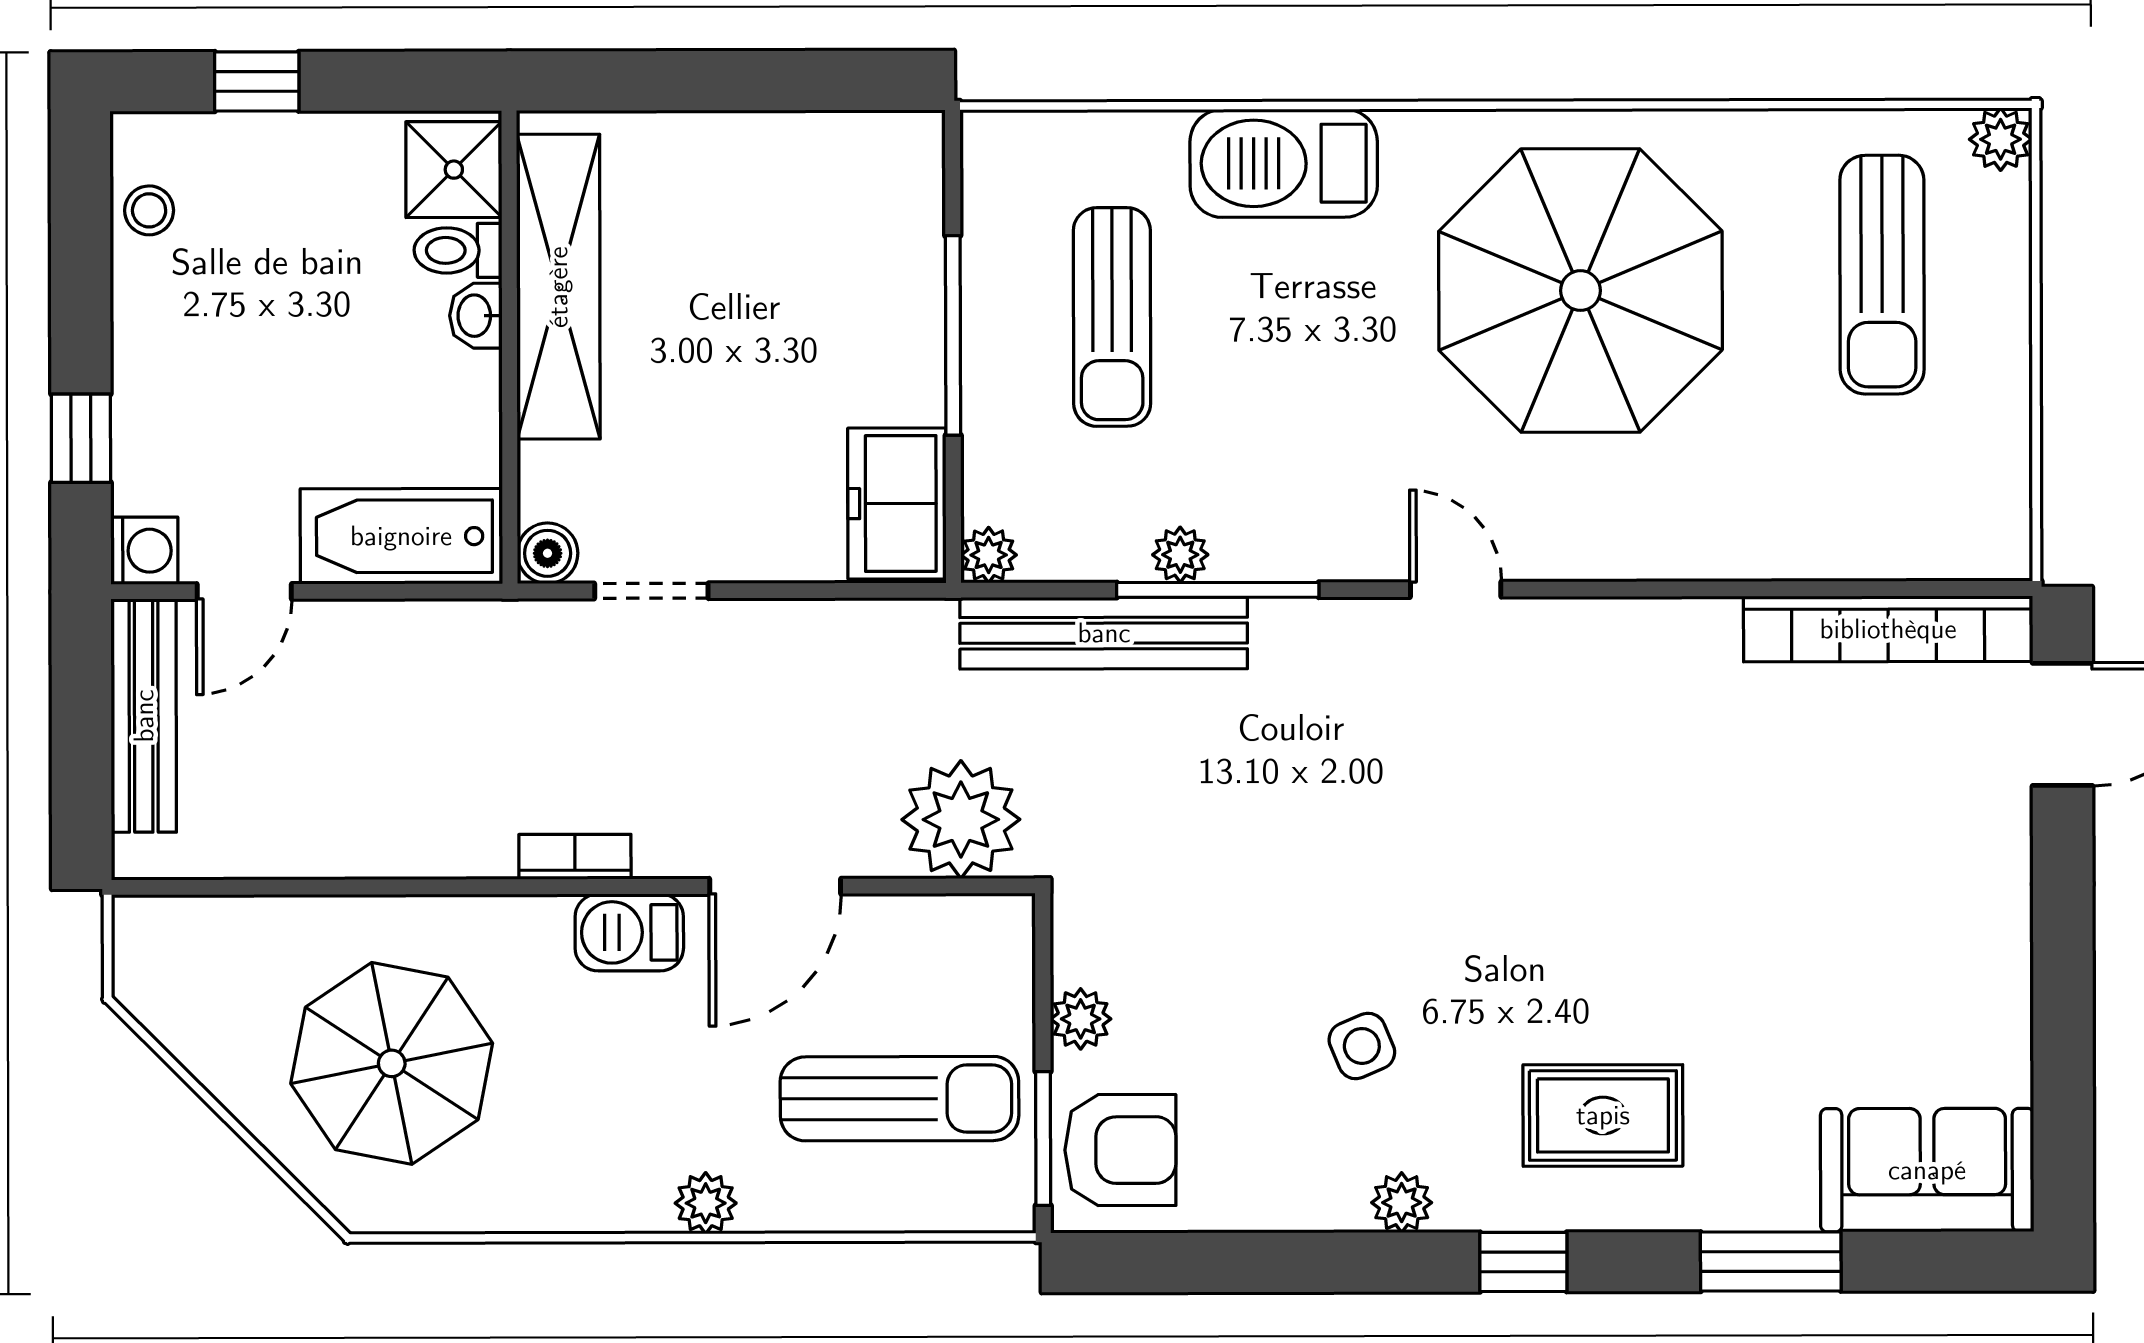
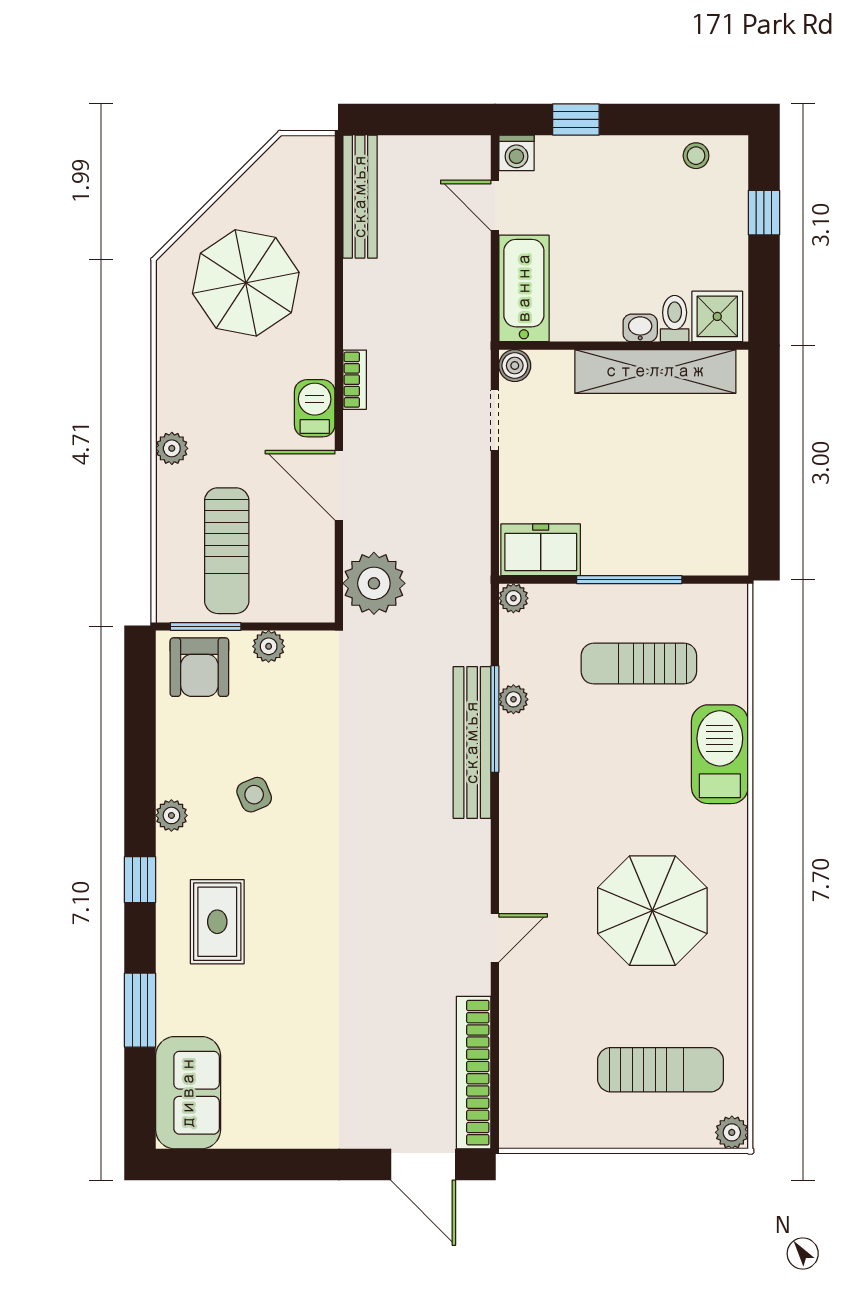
sun lounger: (1882, 275) -> (661, 1070), turned 180
parasol: (1580, 291) -> (652, 911), width x0.73, depth x0.73
door: (1456, 589) -> (495, 938), moved
bench: (1104, 633) -> (472, 743), moved
bench: (144, 716) -> (360, 197), moved, turned 90

